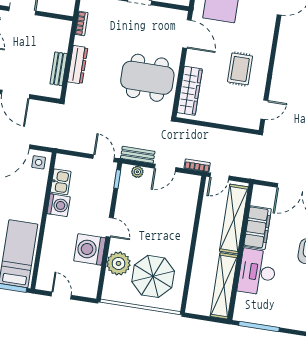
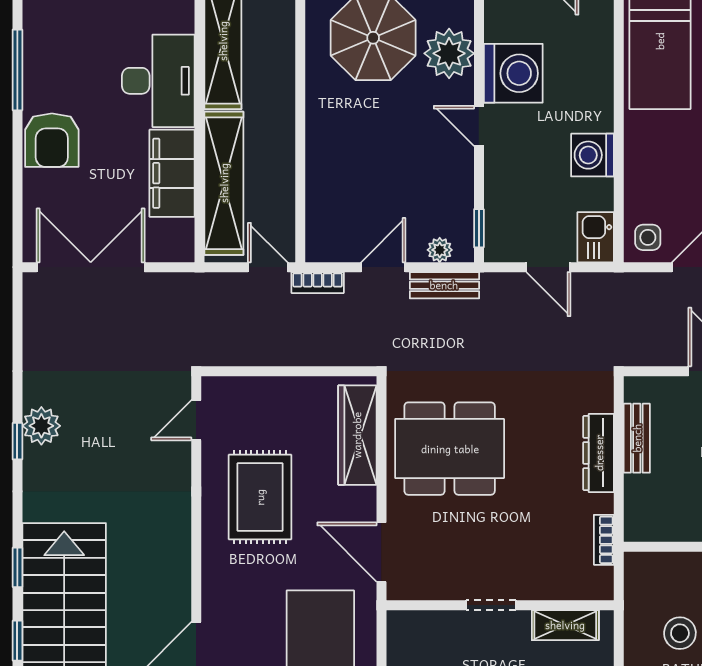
rug: (240, 69) -> (260, 497), width x1.36, depth x1.43
door: (104, 158) -> (548, 267), moved
door: (219, 176) -> (268, 267), hinge flipped
kitchen sink: (61, 182) -> (596, 237), moved

